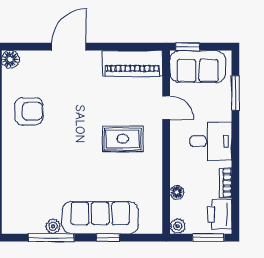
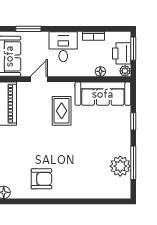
armchair: (29, 111) -> (41, 179), turned 90
printer: (219, 214) -> (122, 53), moved, turned 90
sofa: (100, 218) -> (103, 94), moved, turned -90
plant: (53, 226) -> (120, 166), width x1.87, depth x1.87

